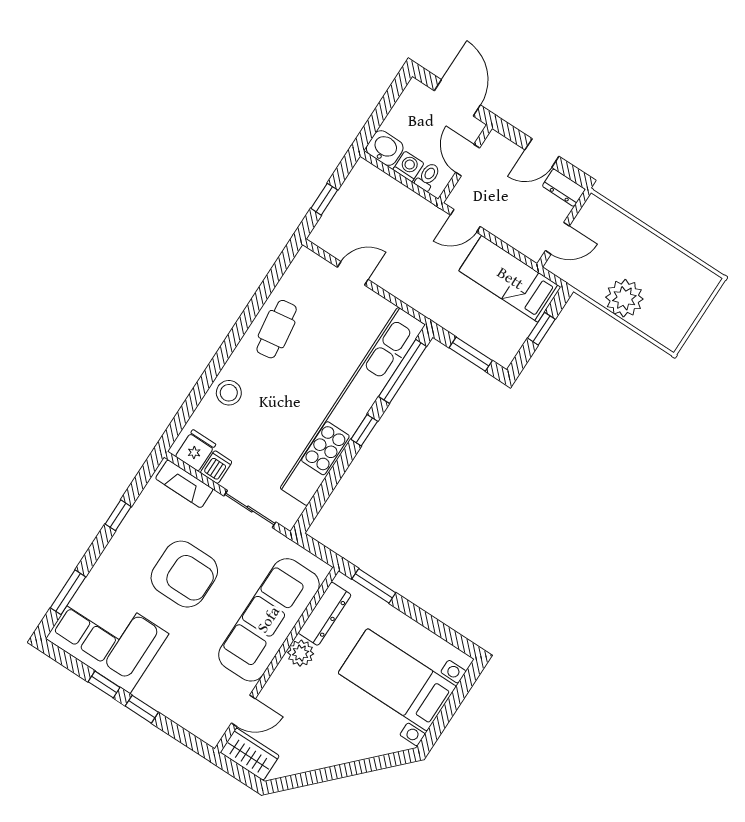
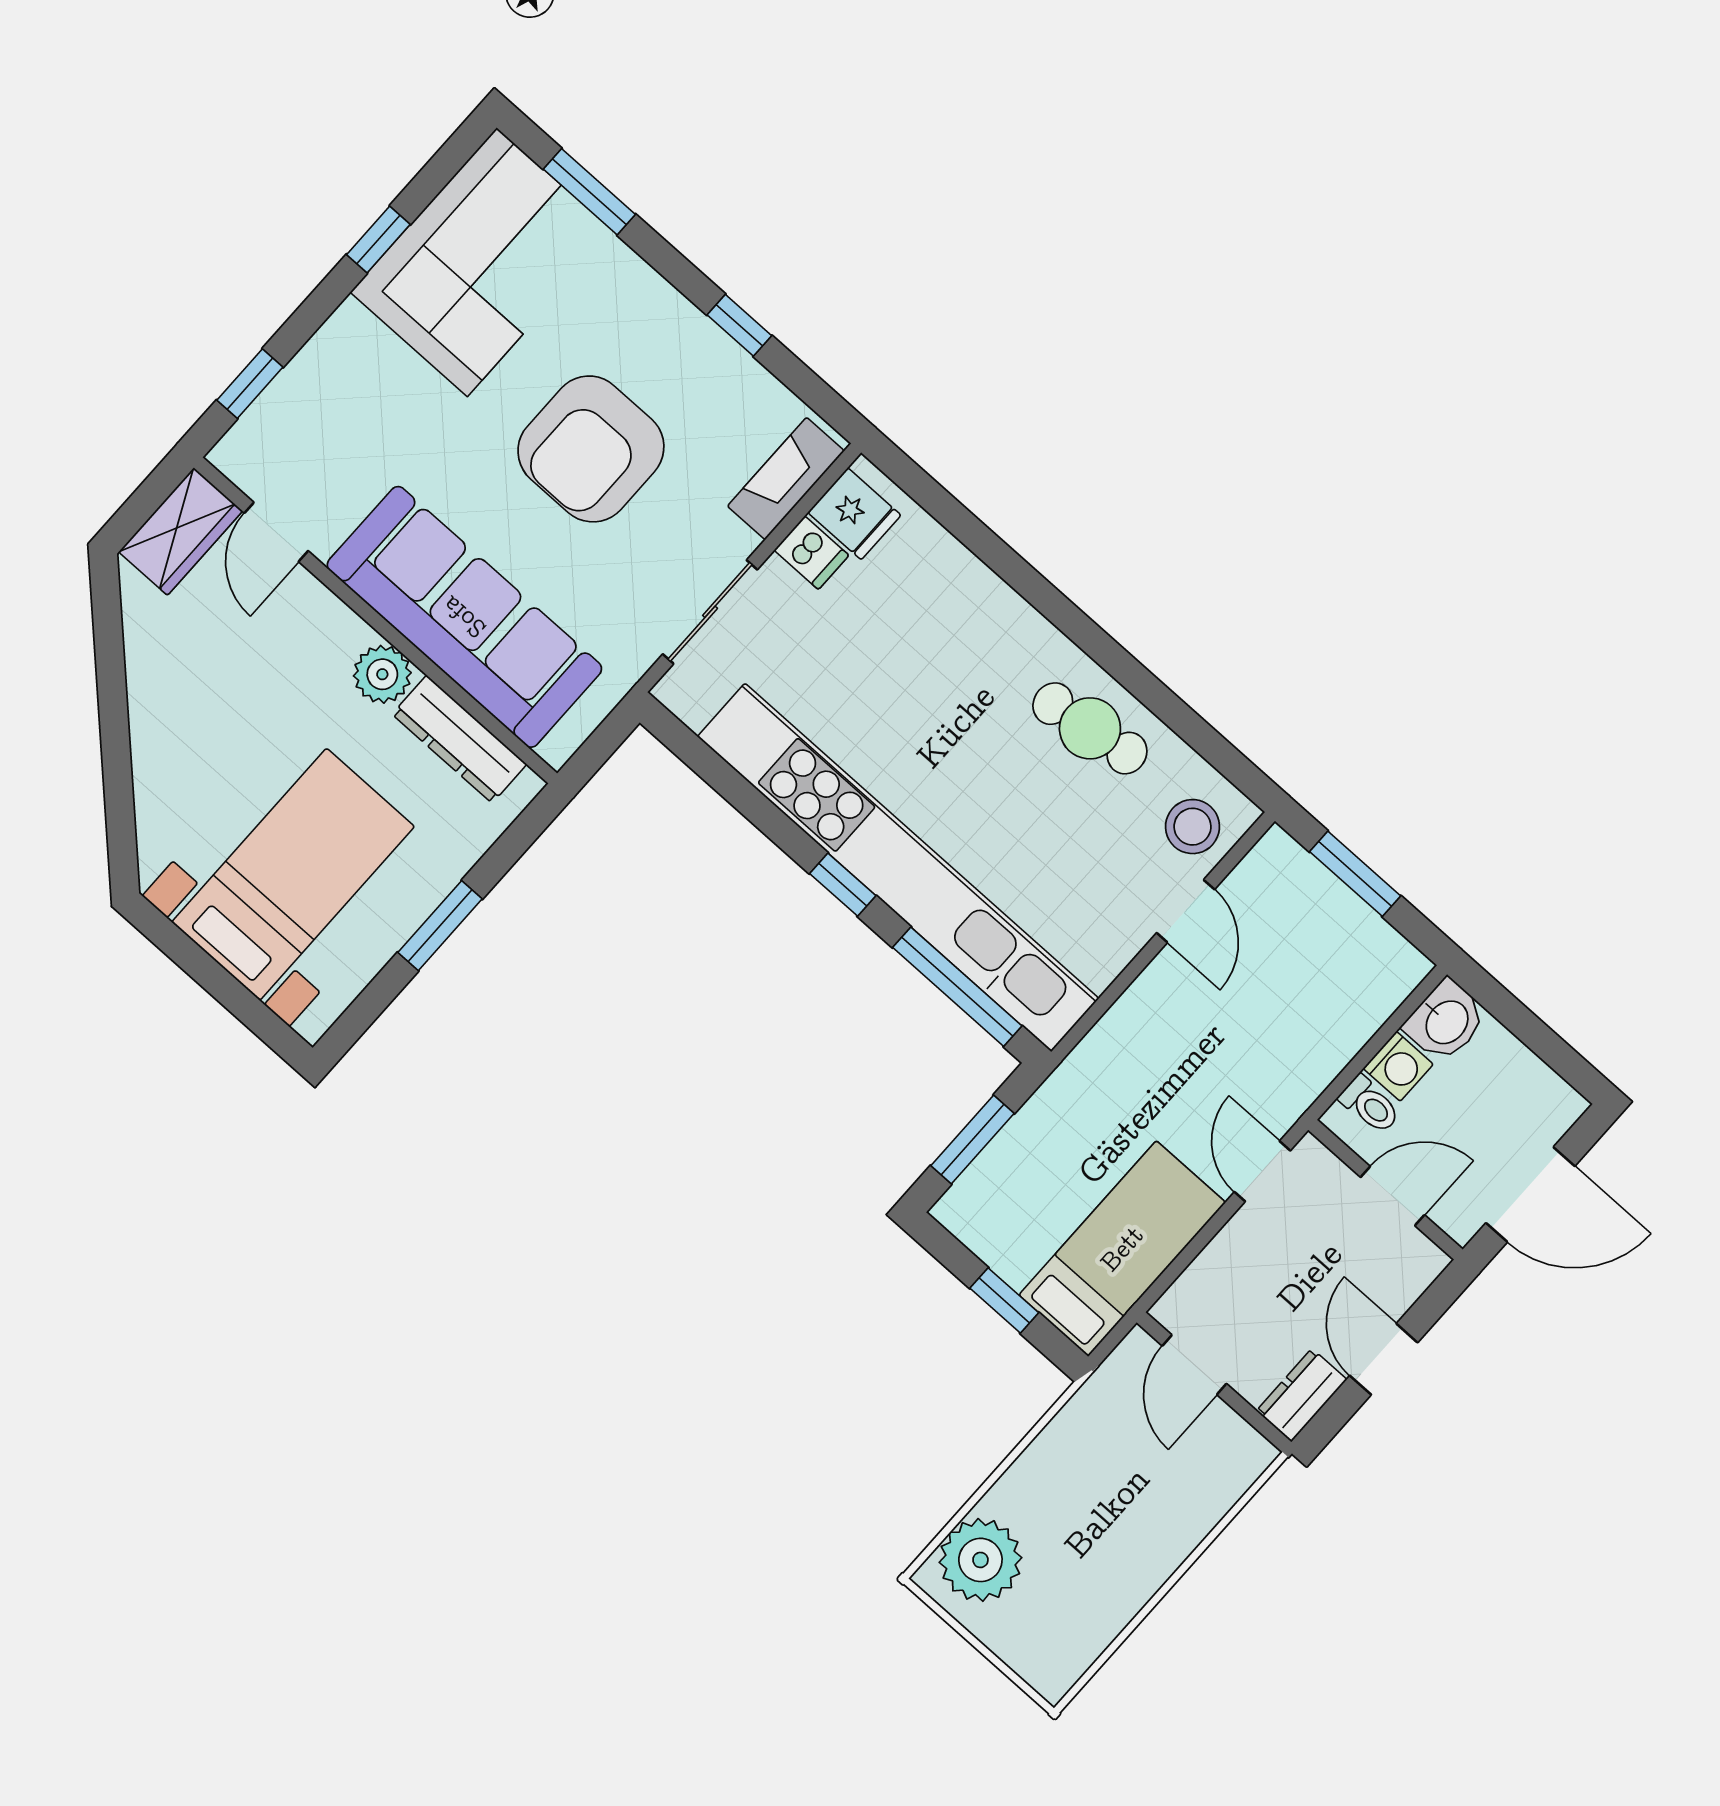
window: (324, 199) -> (1355, 874), width x1.50
plant: (624, 298) -> (980, 1560), moved
stool: (229, 393) -> (1193, 827), moved
window: (374, 586) -> (440, 926), moved
window: (142, 709) -> (250, 384), moved

